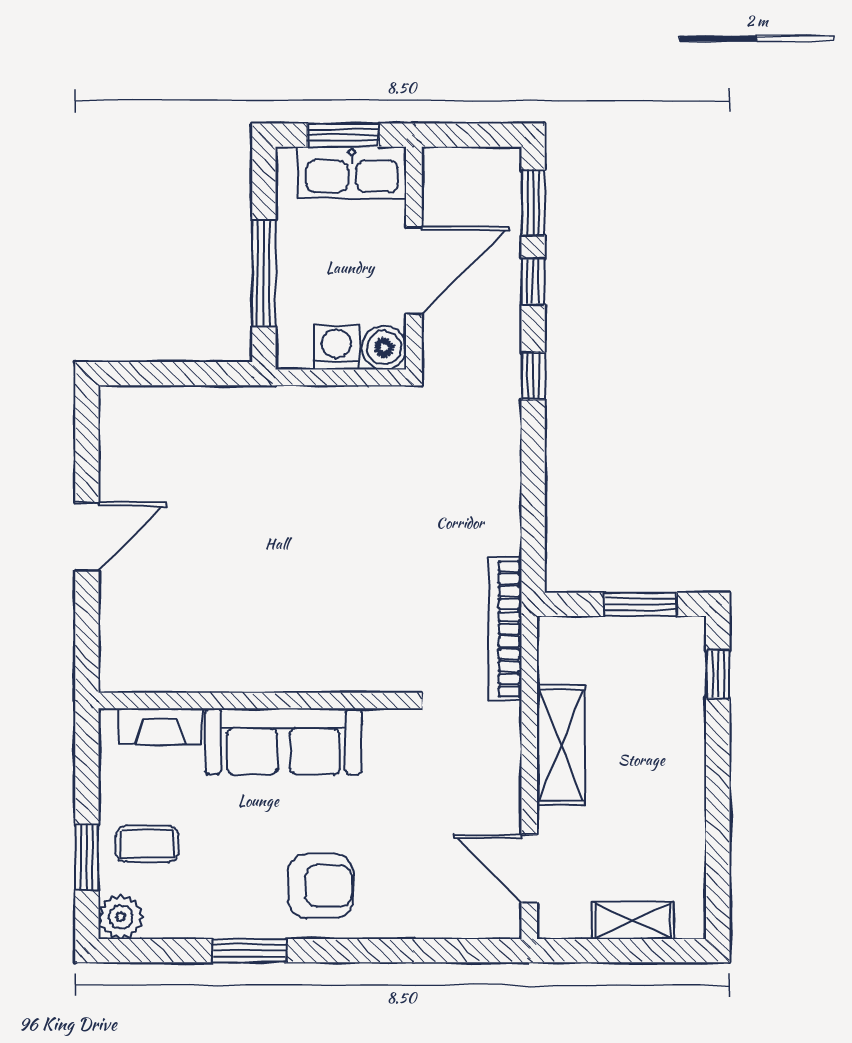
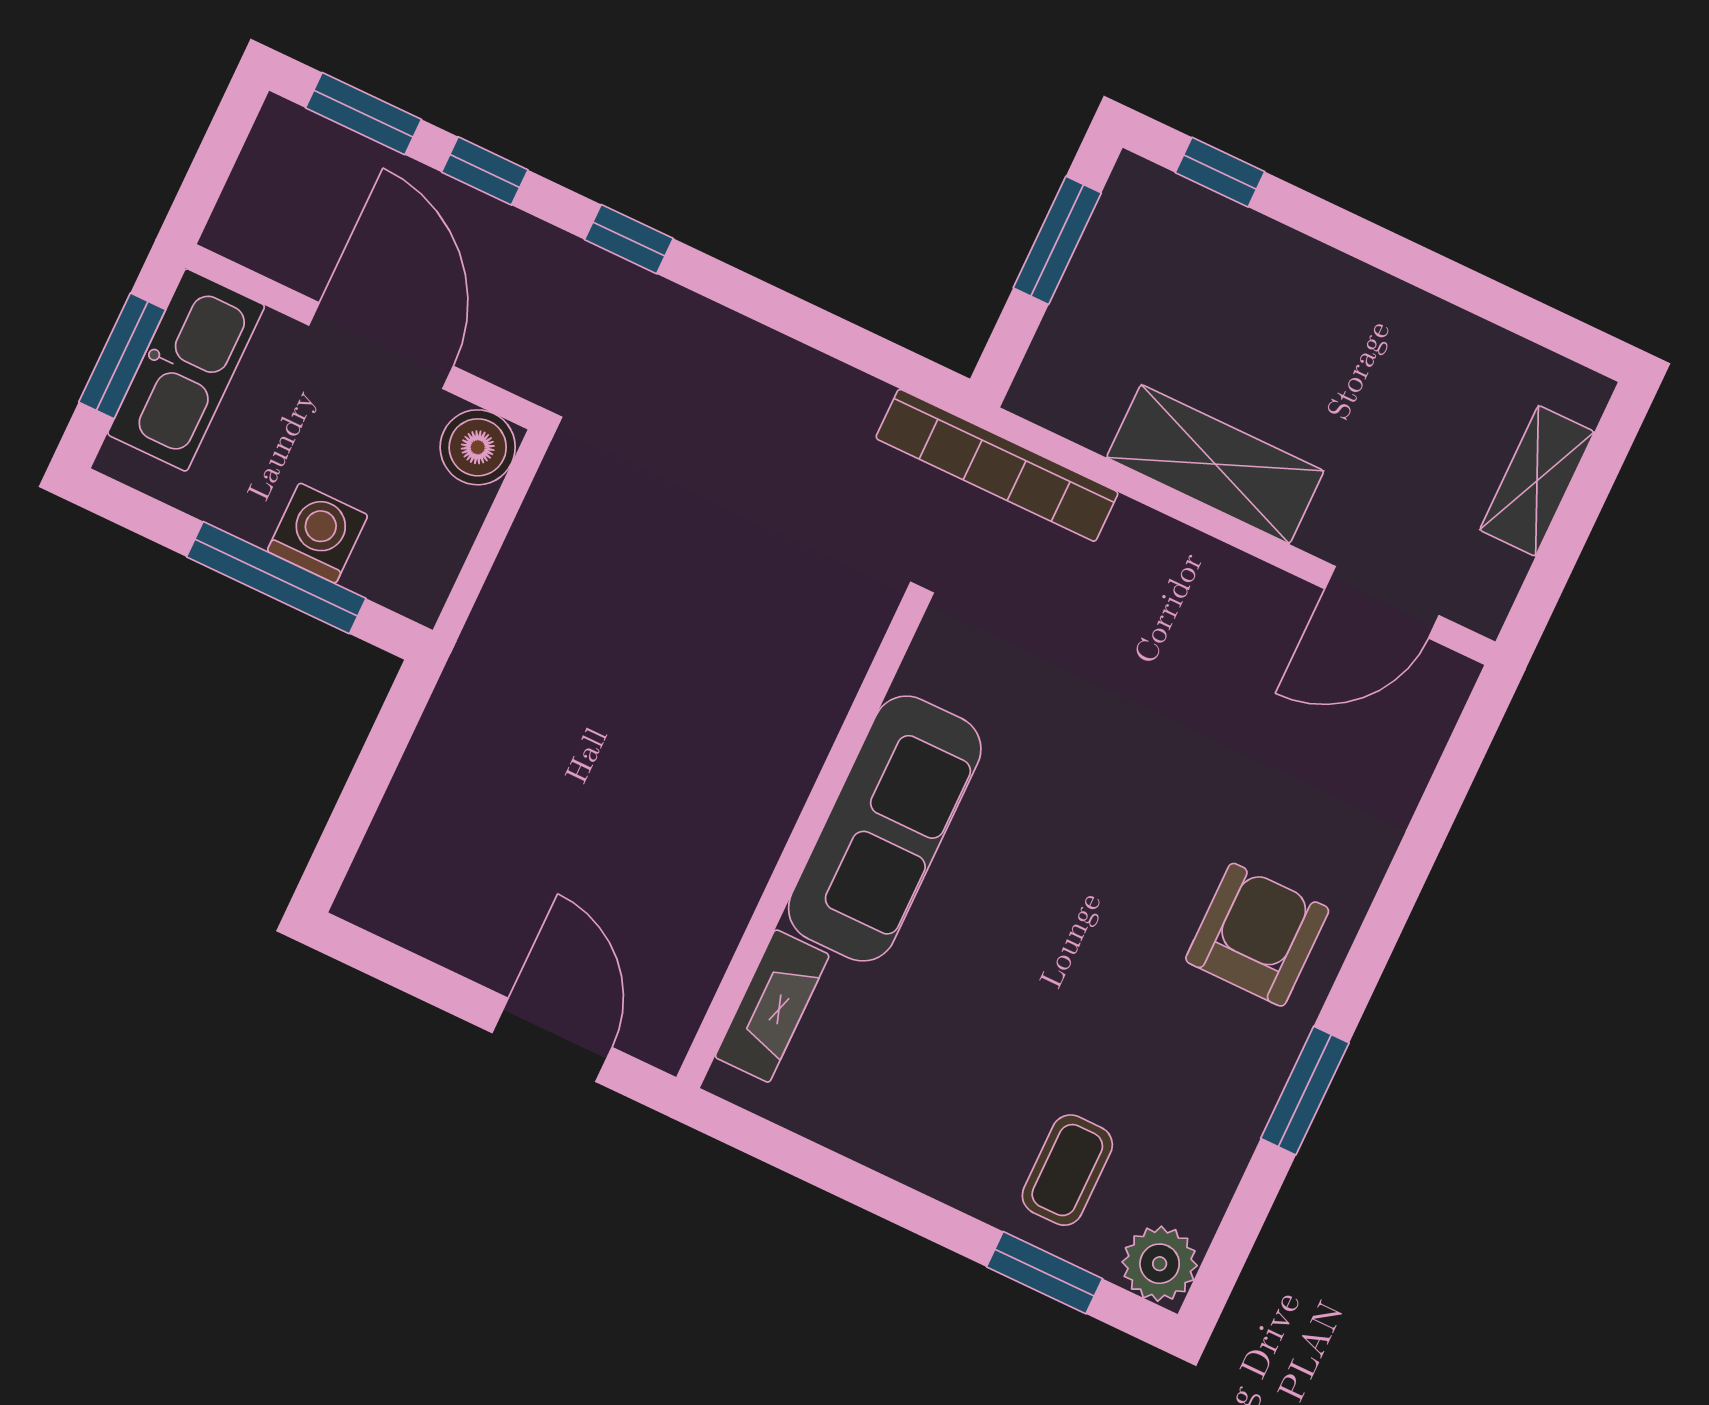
washing machine: (336, 347) -> (317, 533), moved, turned 90
wall: (252, 701) -> (800, 847), moved
fireplace: (160, 726) -> (772, 1006), moved
sofa: (283, 741) -> (885, 829), moved

